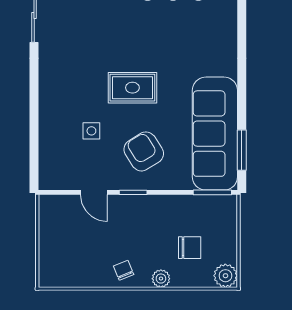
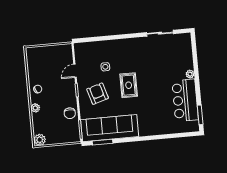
armchair: (144, 151) -> (98, 94), turned -75
chair: (190, 248) -> (70, 113), moved

